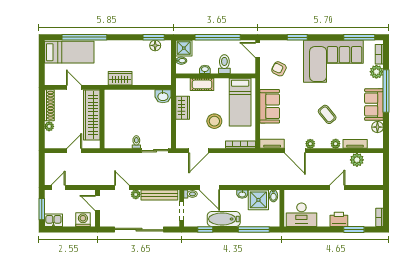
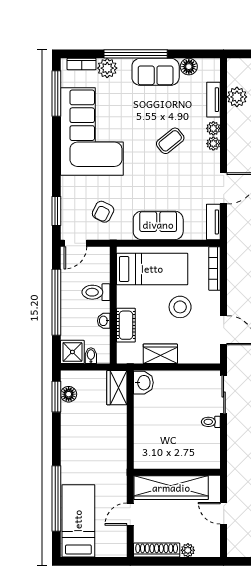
window: (297, 37) -> (56, 211), moved
wardrobe: (120, 78) -> (117, 388), moved
plant: (310, 144) -> (213, 144), moved

